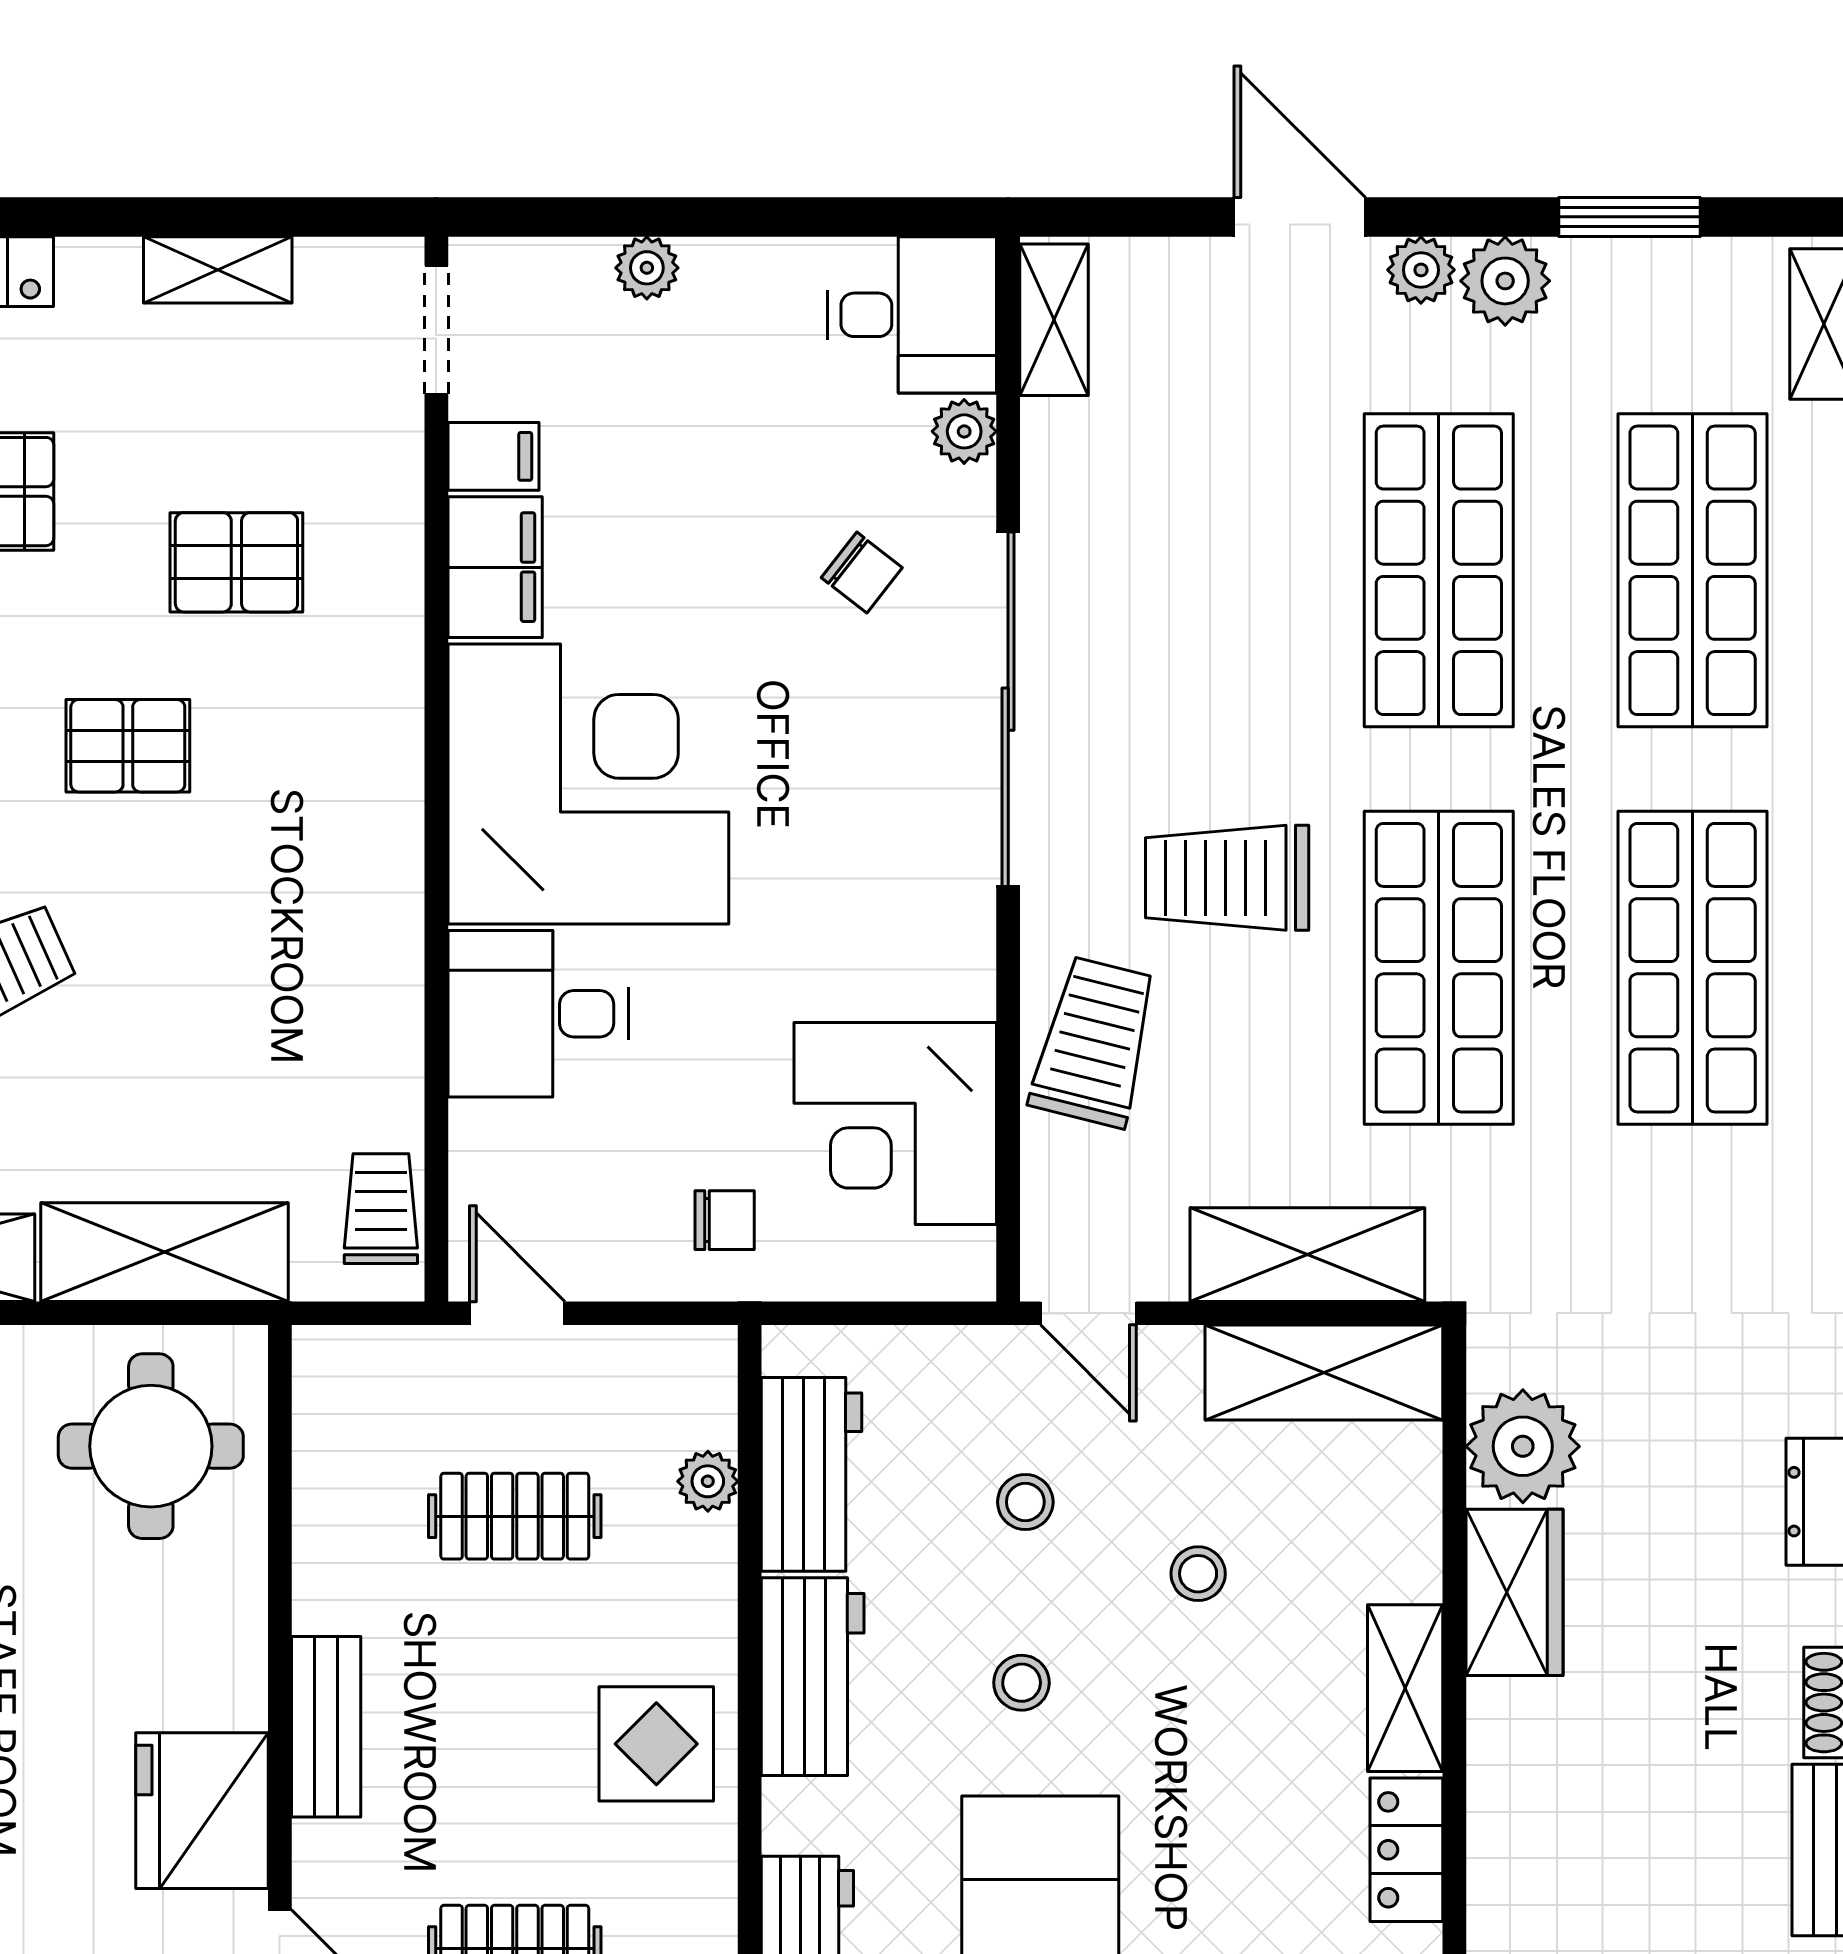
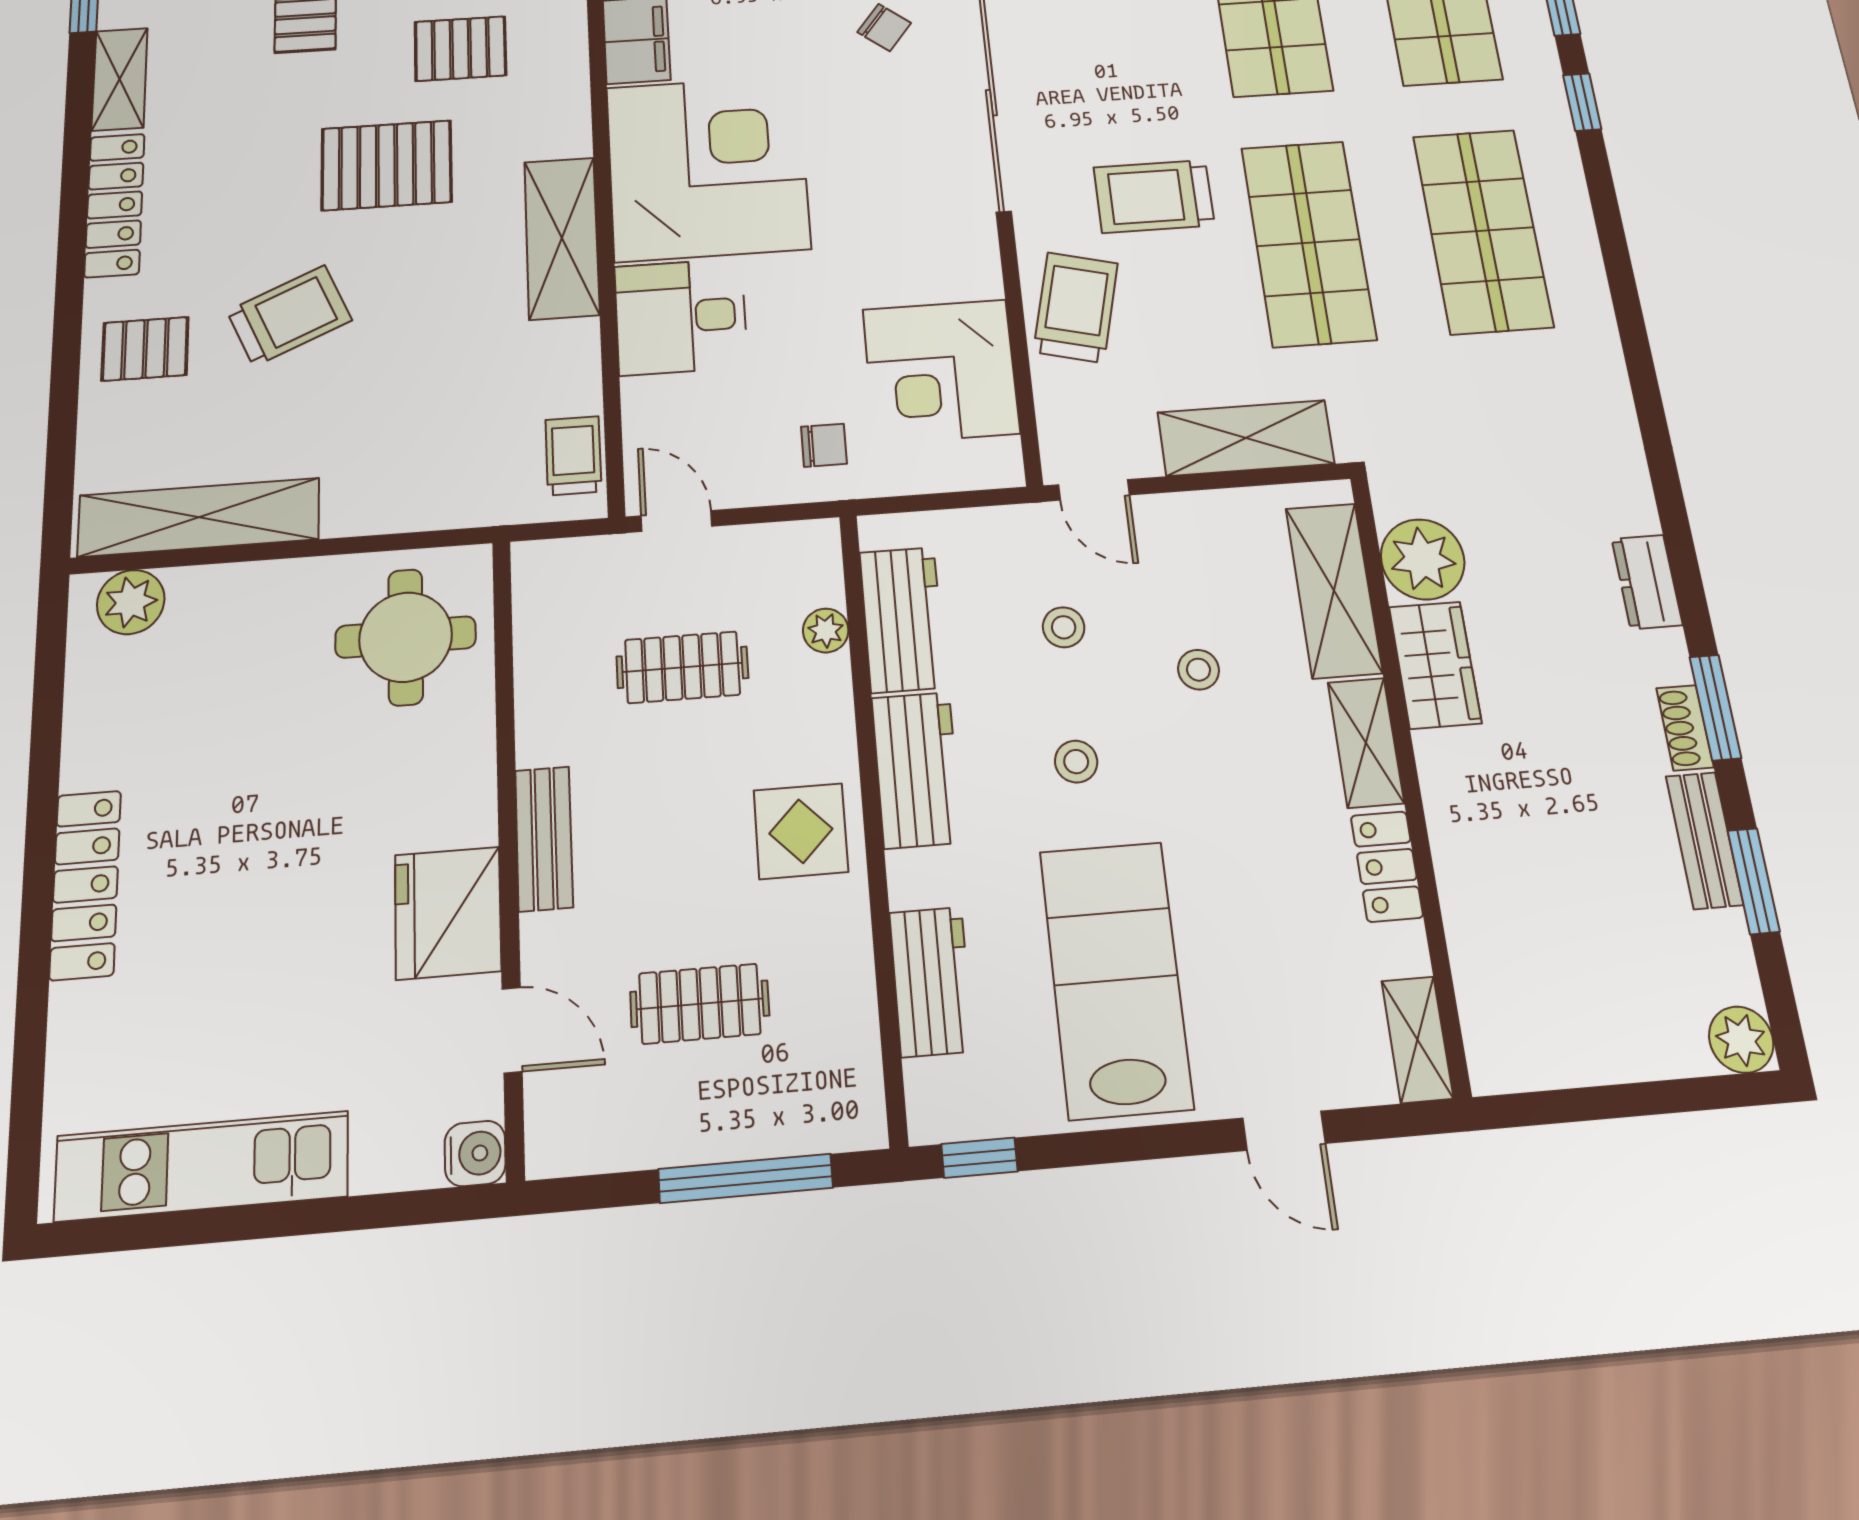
pallet: (128, 746) -> (387, 165), width x1.50, depth x1.42
shelving: (165, 1252) -> (562, 238), moved, turned 90
shelving: (1324, 1373) -> (1334, 590), moved, turned 90

